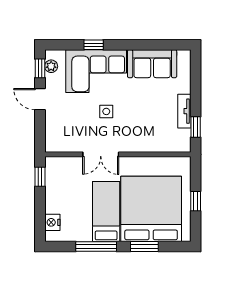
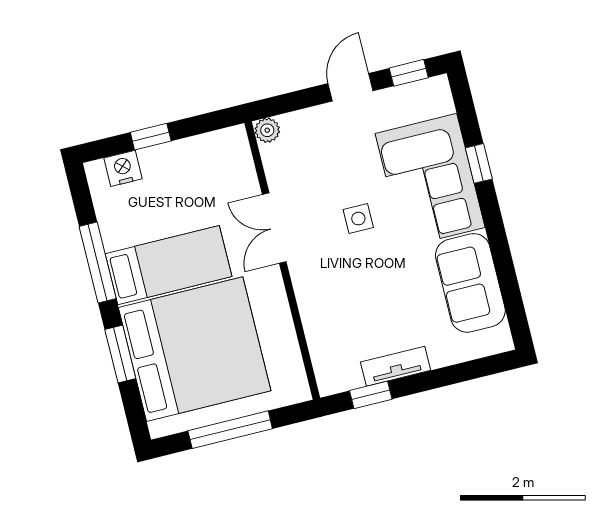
plant: (51, 66) -> (267, 130), moved
window: (40, 177) -> (151, 137), moved
window: (196, 201) -> (230, 430), width x2.17

